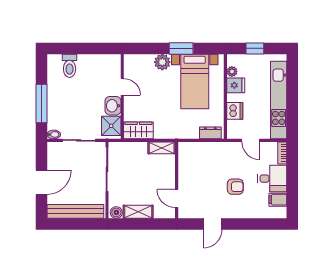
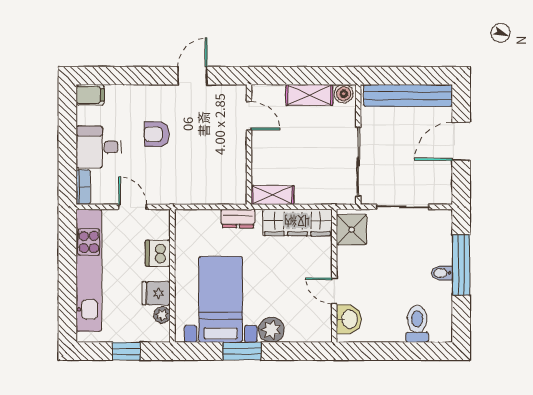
washbasin: (113, 106) -> (349, 319), moved
wardrobe: (138, 130) -> (297, 222), width x1.50
dresser: (210, 133) -> (238, 219), moved
bidet: (54, 134) -> (442, 273), moved
filing cabinet: (278, 200) -> (90, 95), moved

